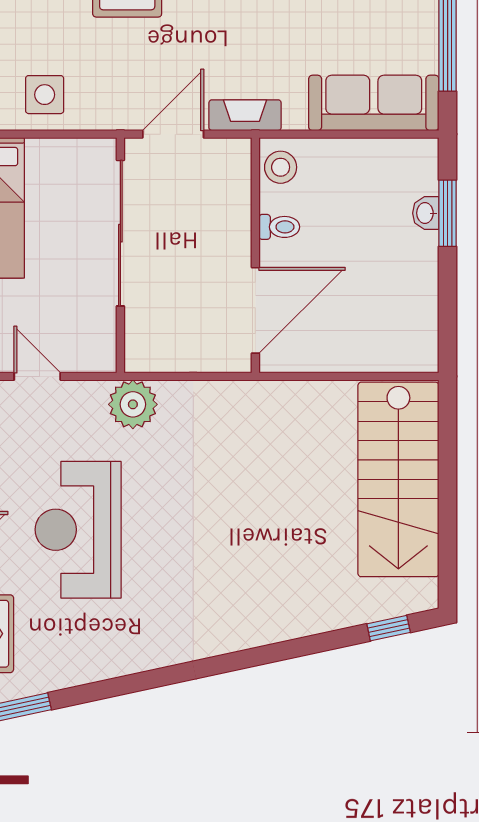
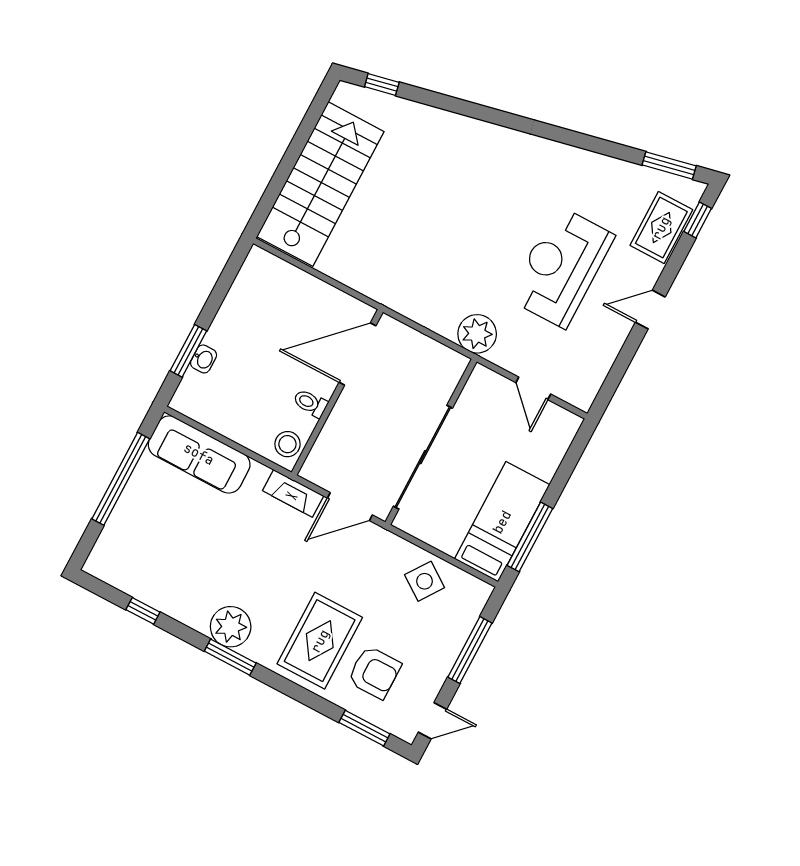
side table: (45, 95) -> (425, 581), turned 35
reception desk: (78, 530) -> (561, 267), turned 180

